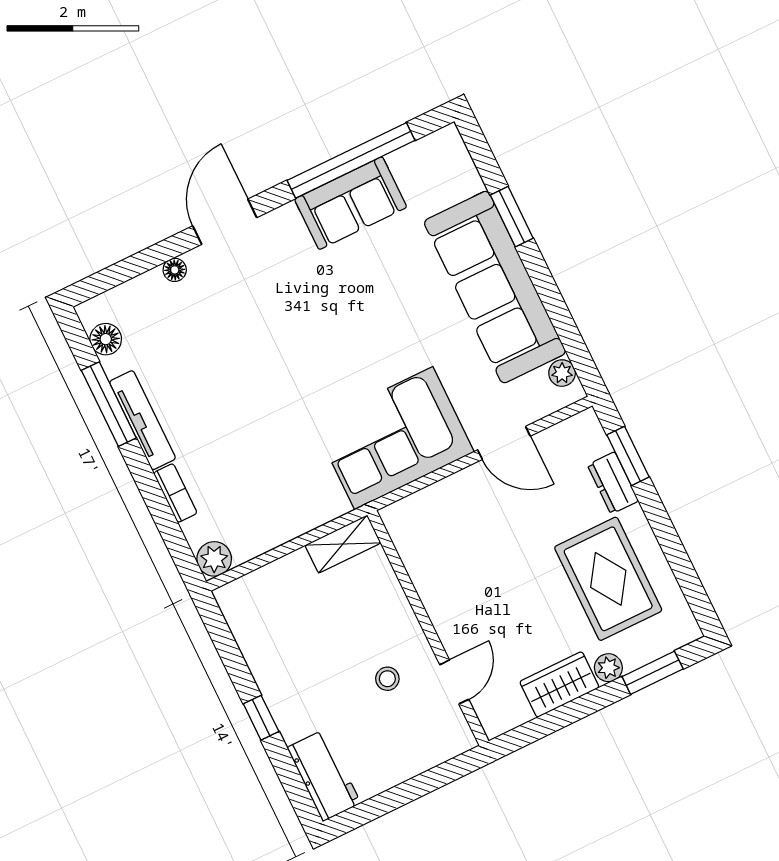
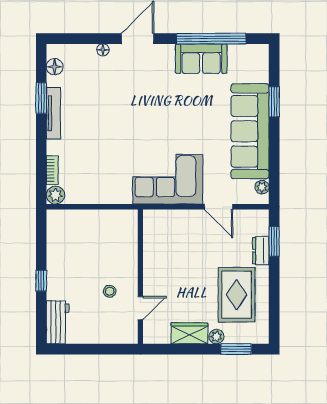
window: (109, 404) -> (41, 98), width x0.69
bookcase: (175, 493) -> (52, 170), moved
shelving: (343, 544) -> (120, 218), removed

